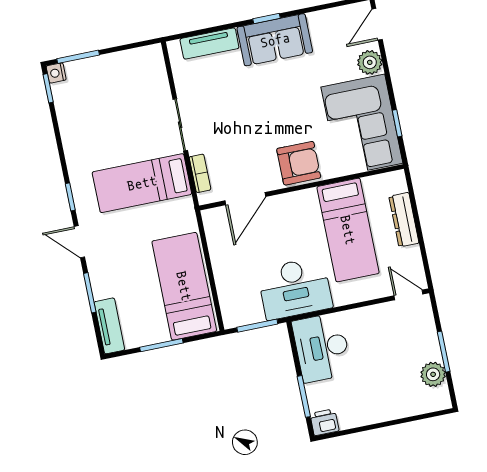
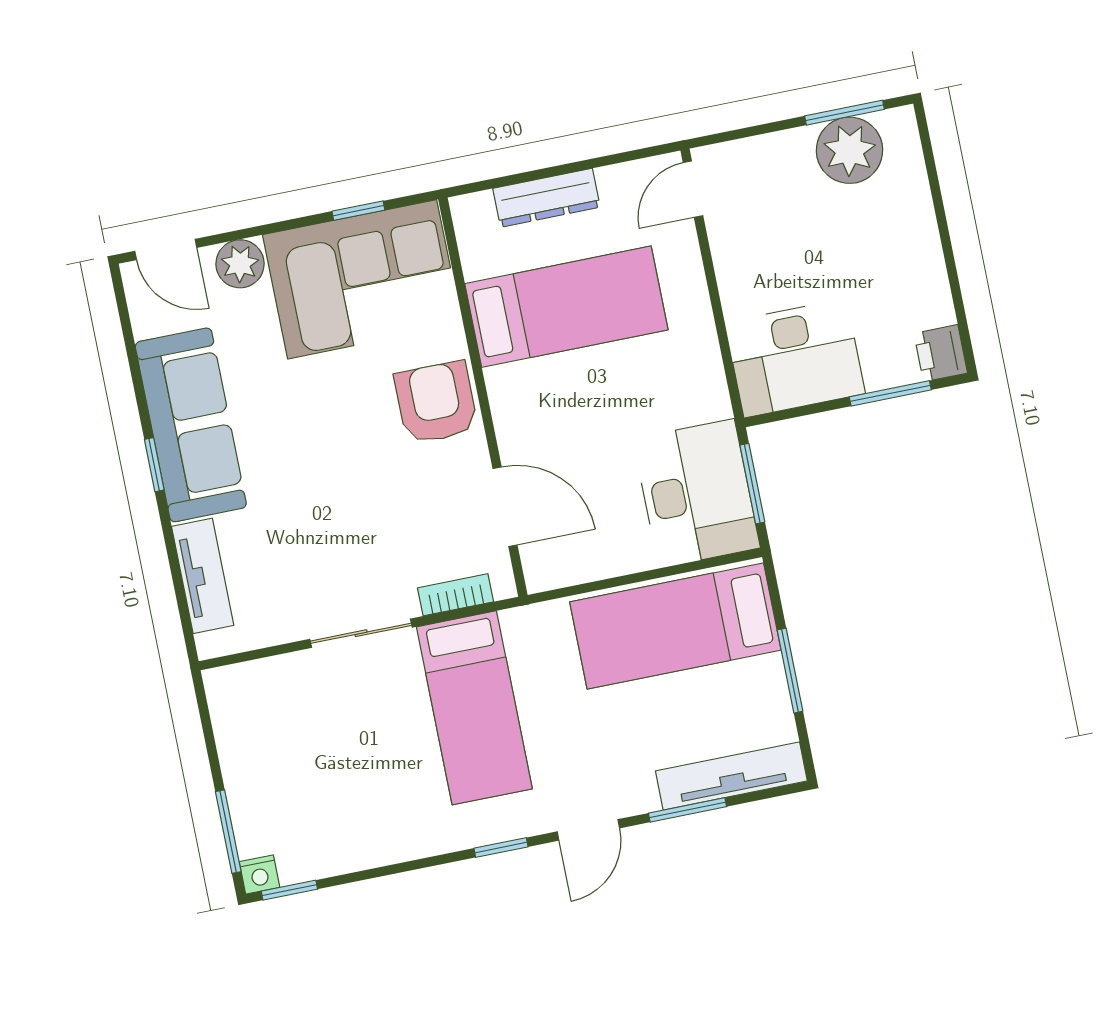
sofa: (275, 40) -> (191, 425), width x1.36
desk: (295, 288) -> (697, 493), moved
tv unit: (109, 326) -> (731, 776), width x1.41
window: (444, 352) -> (844, 113), moved
plant: (433, 374) -> (849, 150), width x1.36, depth x1.36

